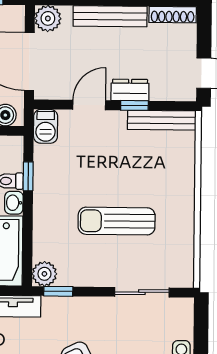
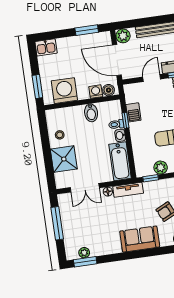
barbecue: (46, 126) -> (133, 112), moved
plant: (44, 274) -> (161, 168), moved

